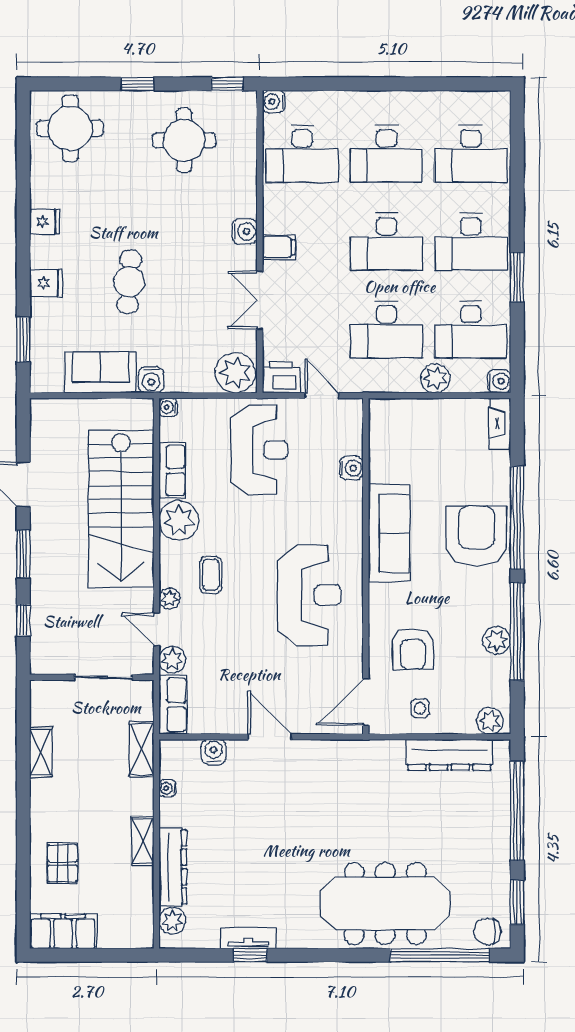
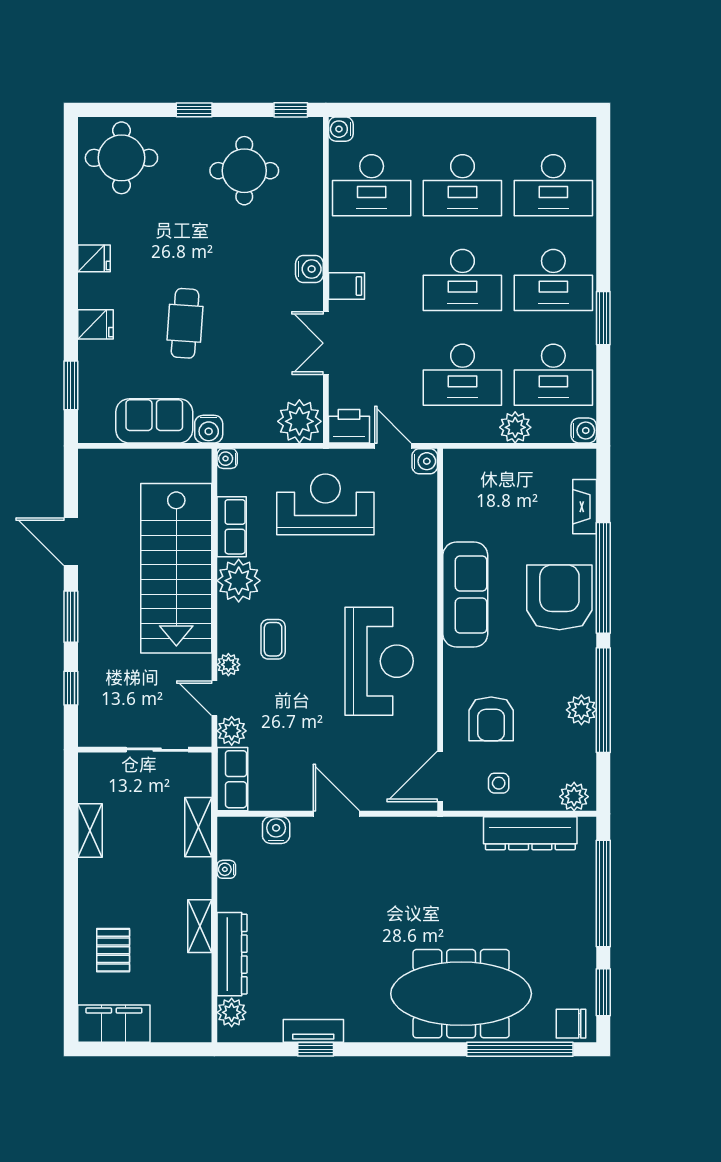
fireplace: (500, 423) -> (585, 507), moved
reception desk: (259, 450) -> (325, 504), turned -90
water cooler: (352, 468) -> (425, 461), moved

